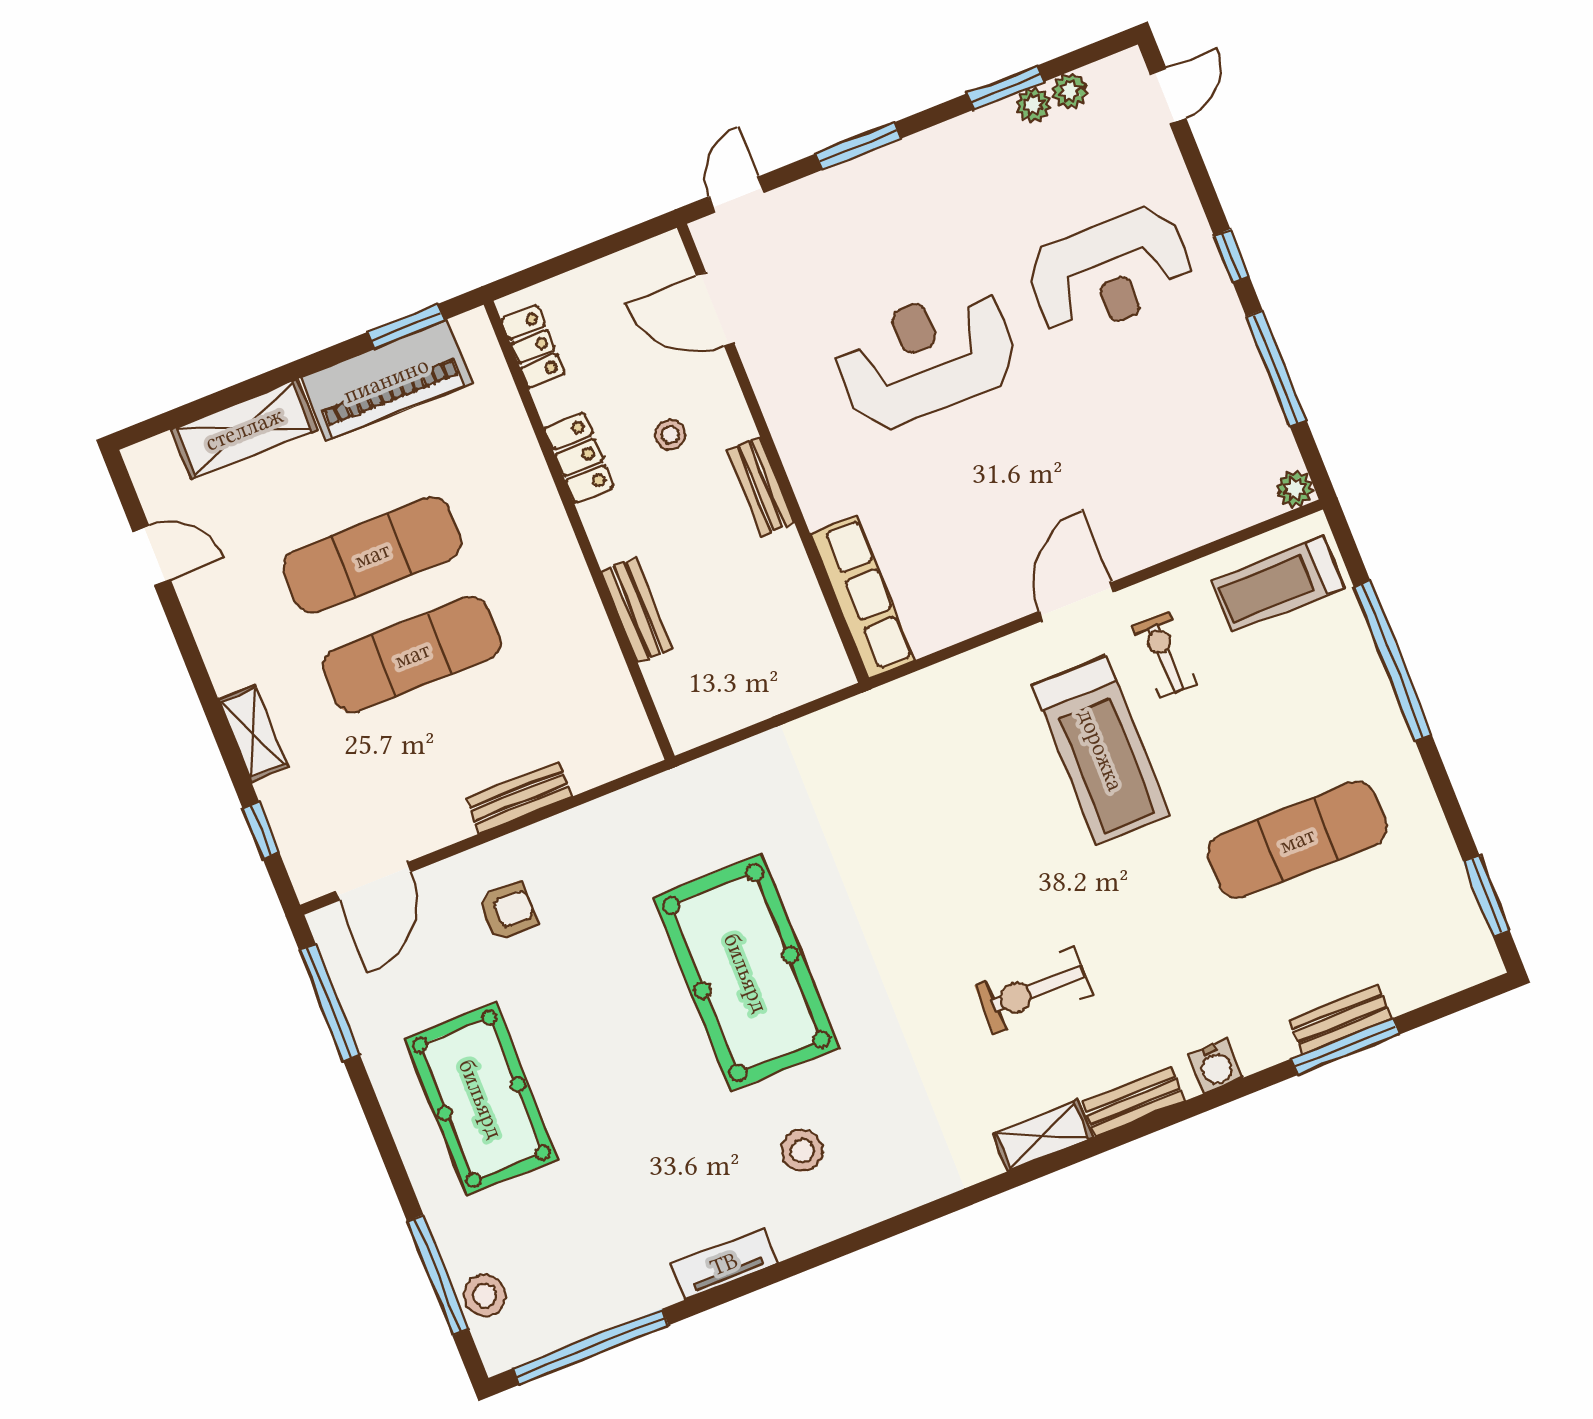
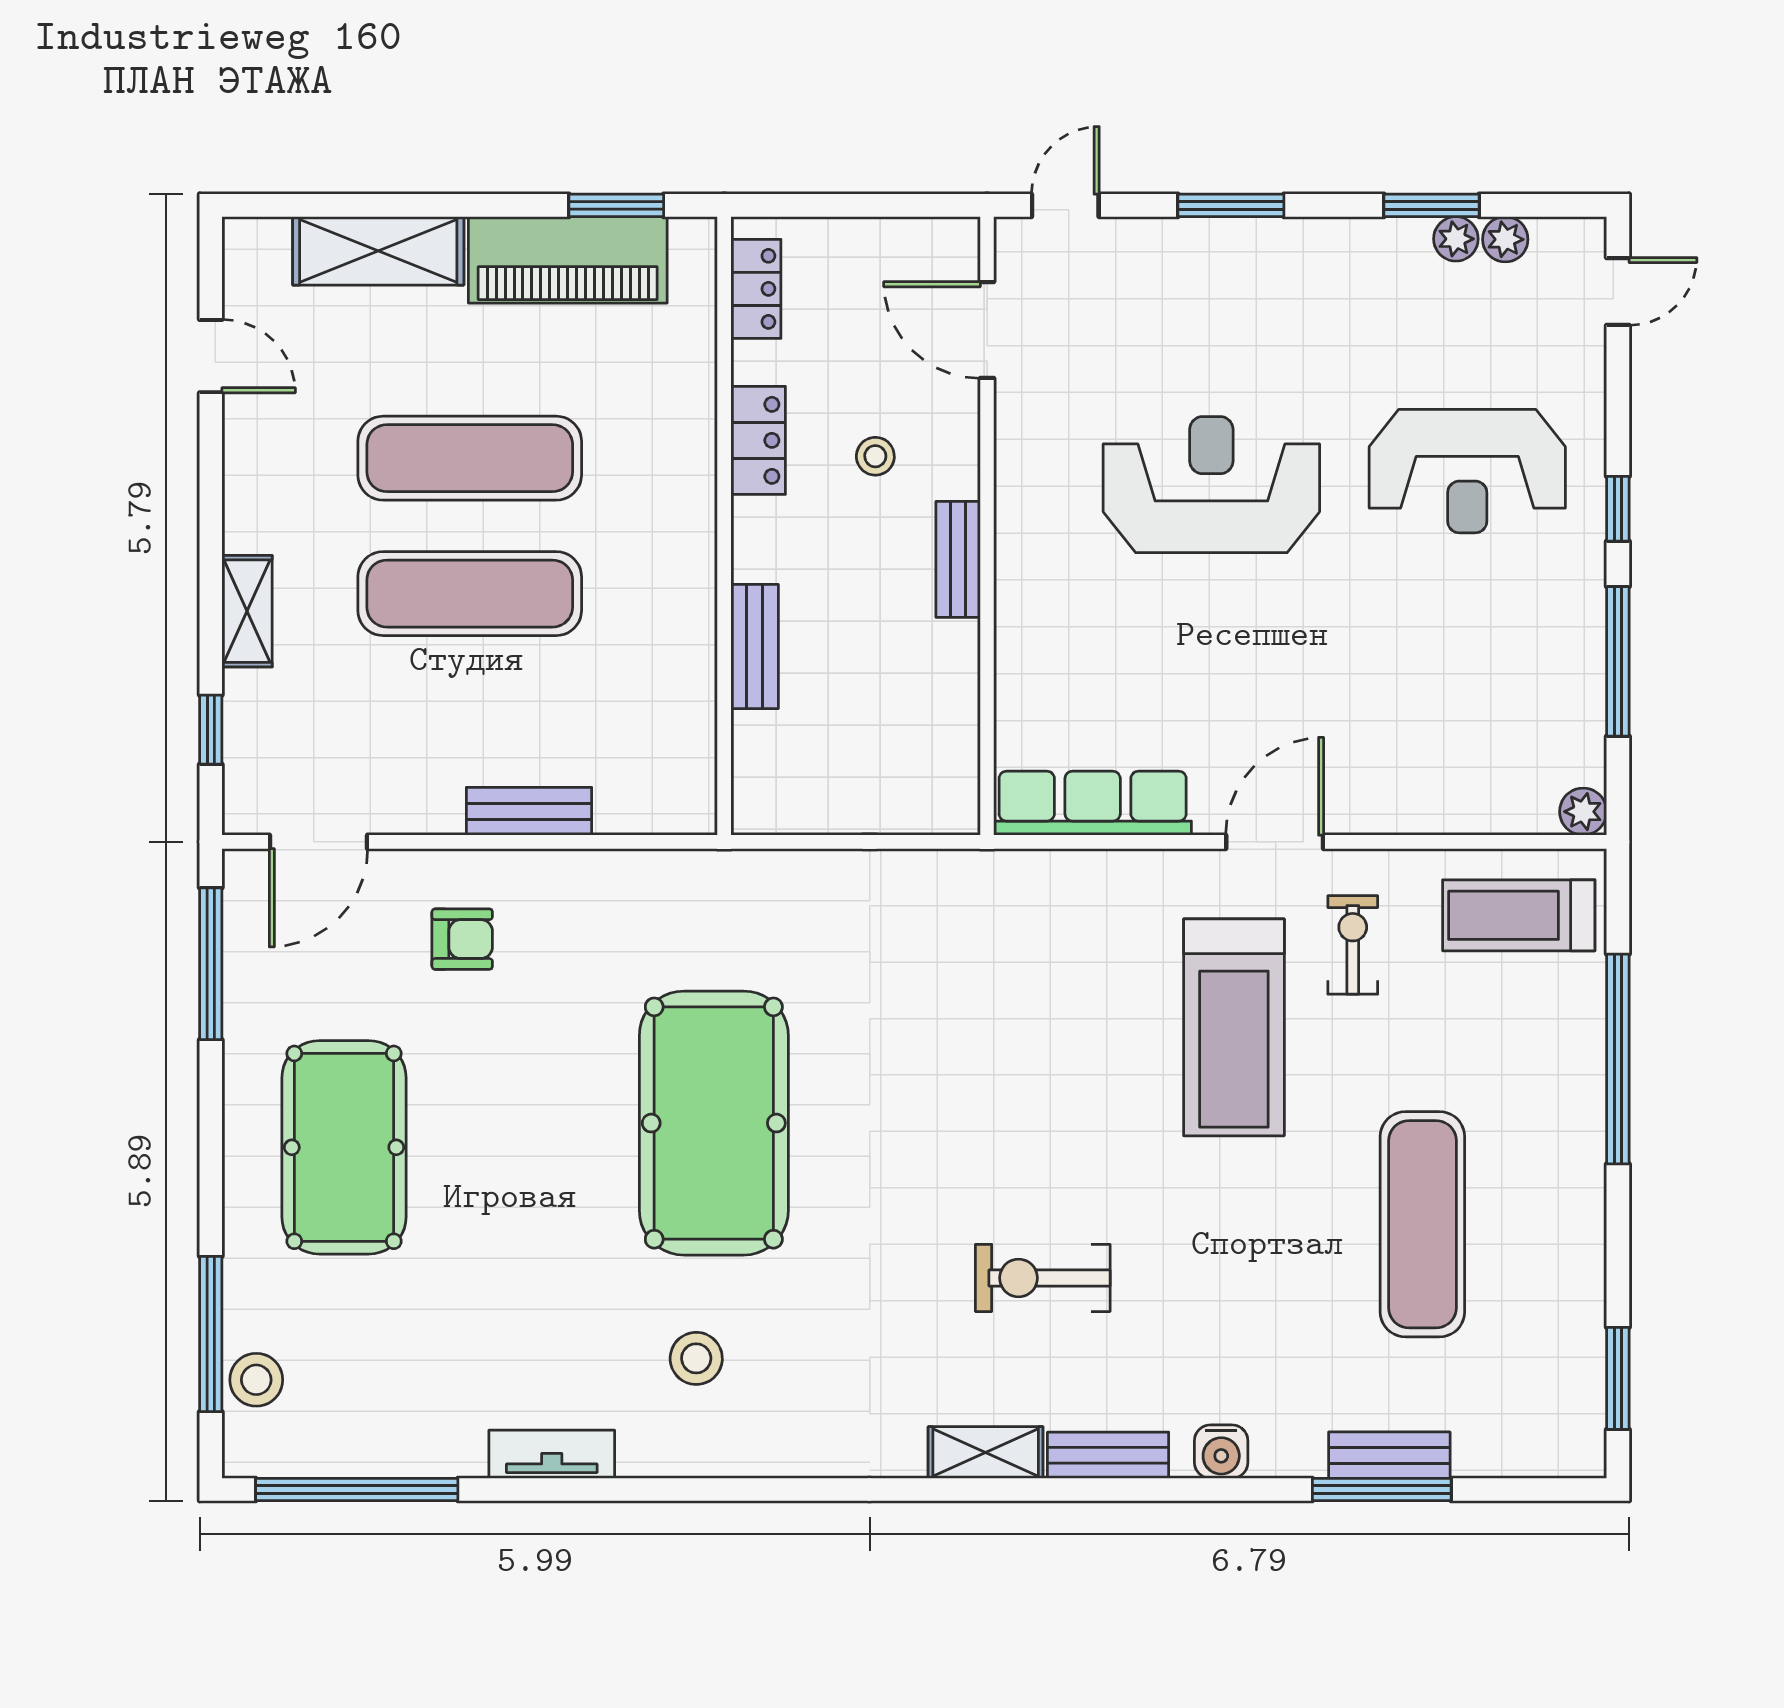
row of seats: (863, 597) -> (1093, 803), moved, turned -90
exercise mat: (1297, 840) -> (1422, 1224), turned 90

